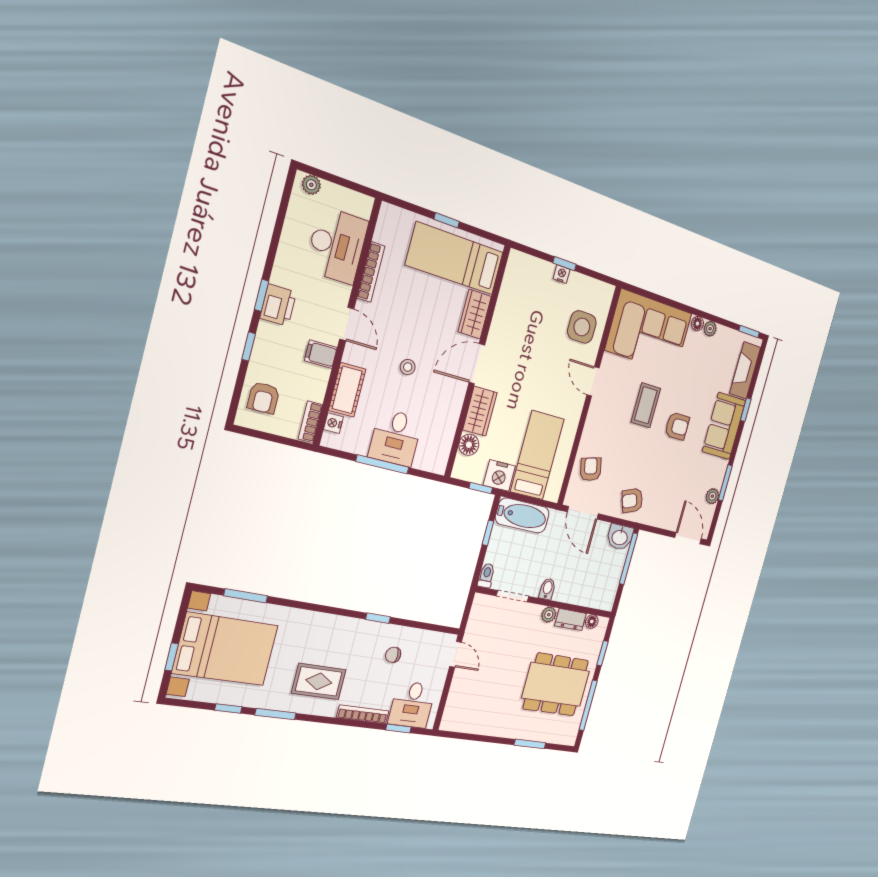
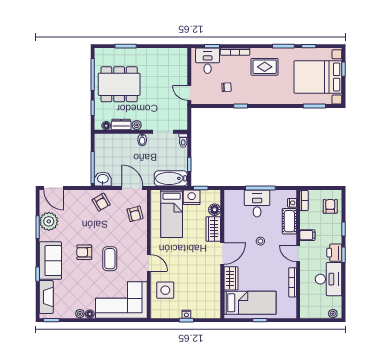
desk: (337, 245) -> (328, 279), moved, turned 180
plant: (712, 496) -> (49, 221), width x1.88, depth x1.88
armchair: (632, 500) -> (101, 202), turned 80

